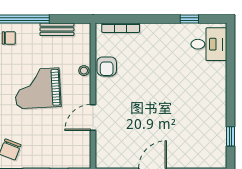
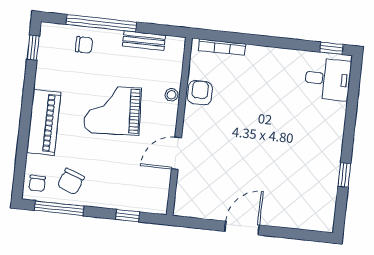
window: (189, 19) -> (332, 48), moved
armchair: (107, 66) -> (200, 93), turned 180
window: (231, 136) -> (344, 175), moved

